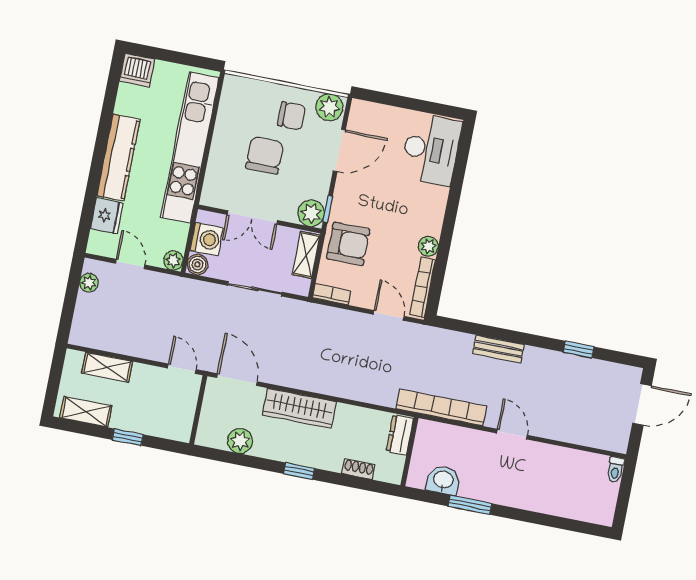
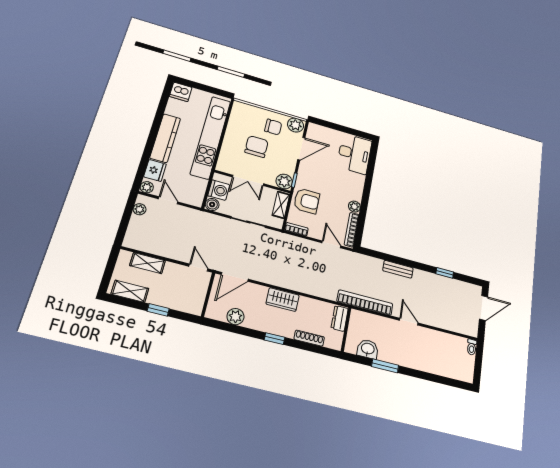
plant: (173, 260) -> (147, 187), moved
door: (237, 380) -> (235, 277), swing flipped
wardrobe: (299, 408) -> (283, 300), width x0.67
shoe rack: (359, 469) -> (309, 338), width x1.43

